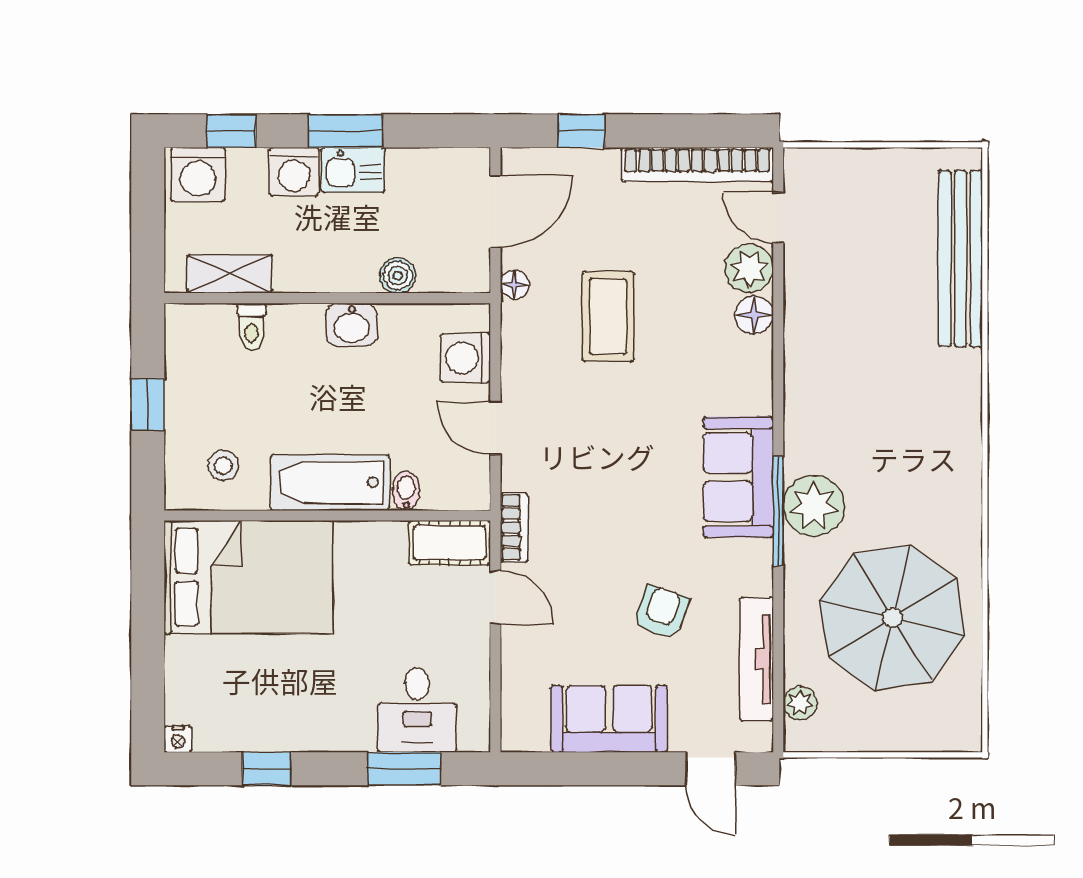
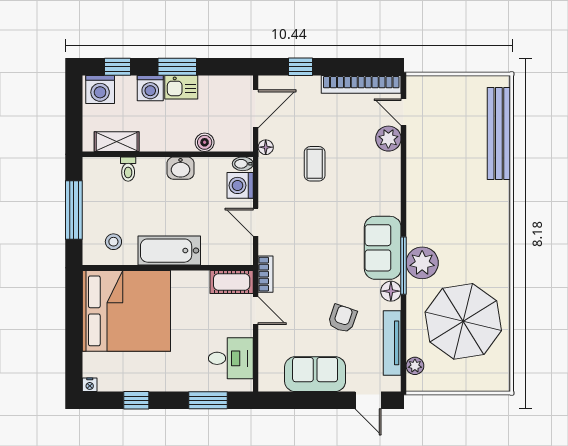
floor lamp: (754, 315) -> (391, 291), moved
coffee table: (608, 316) -> (315, 164), width x0.73, depth x0.77
window: (148, 405) -> (74, 210), width x2.17
bidet: (406, 491) -> (243, 164), moved, turned -90
bed: (248, 577) -> (126, 311), width x1.36
desk: (417, 710) -> (231, 358), moved, turned -90

